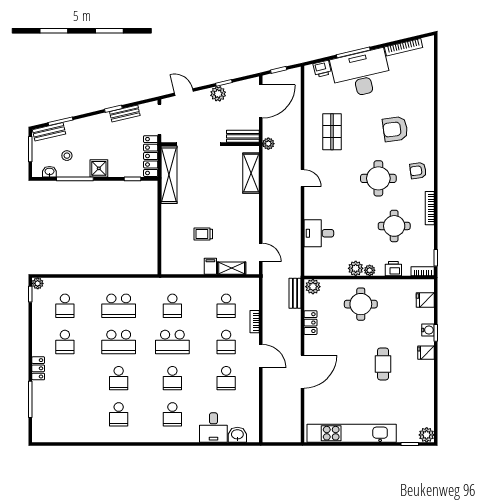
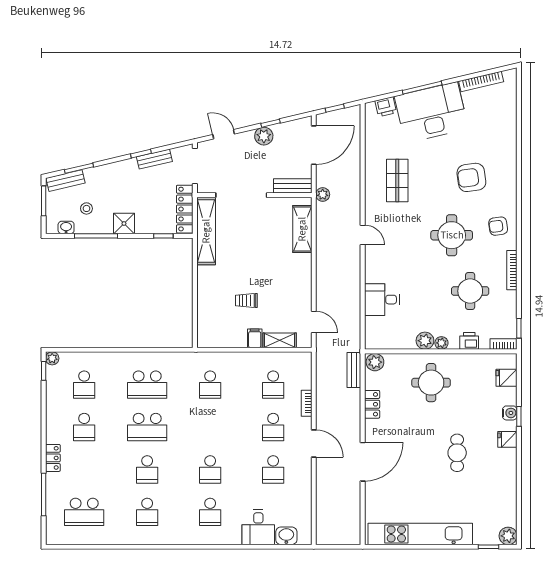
school desk: (172, 342) -> (84, 512), moved

